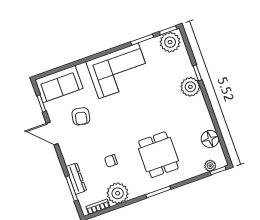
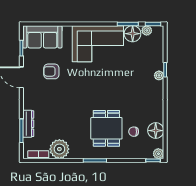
plant: (170, 42) -> (147, 30), width x0.53, depth x0.53
floor lamp: (151, 48) -> (133, 34), added
plant: (190, 87) -> (159, 75), width x0.53, depth x0.53
armchair: (81, 116) -> (51, 71), turned 79
chair: (111, 161) -> (134, 132), moved
plant: (210, 166) -> (158, 154), moved

